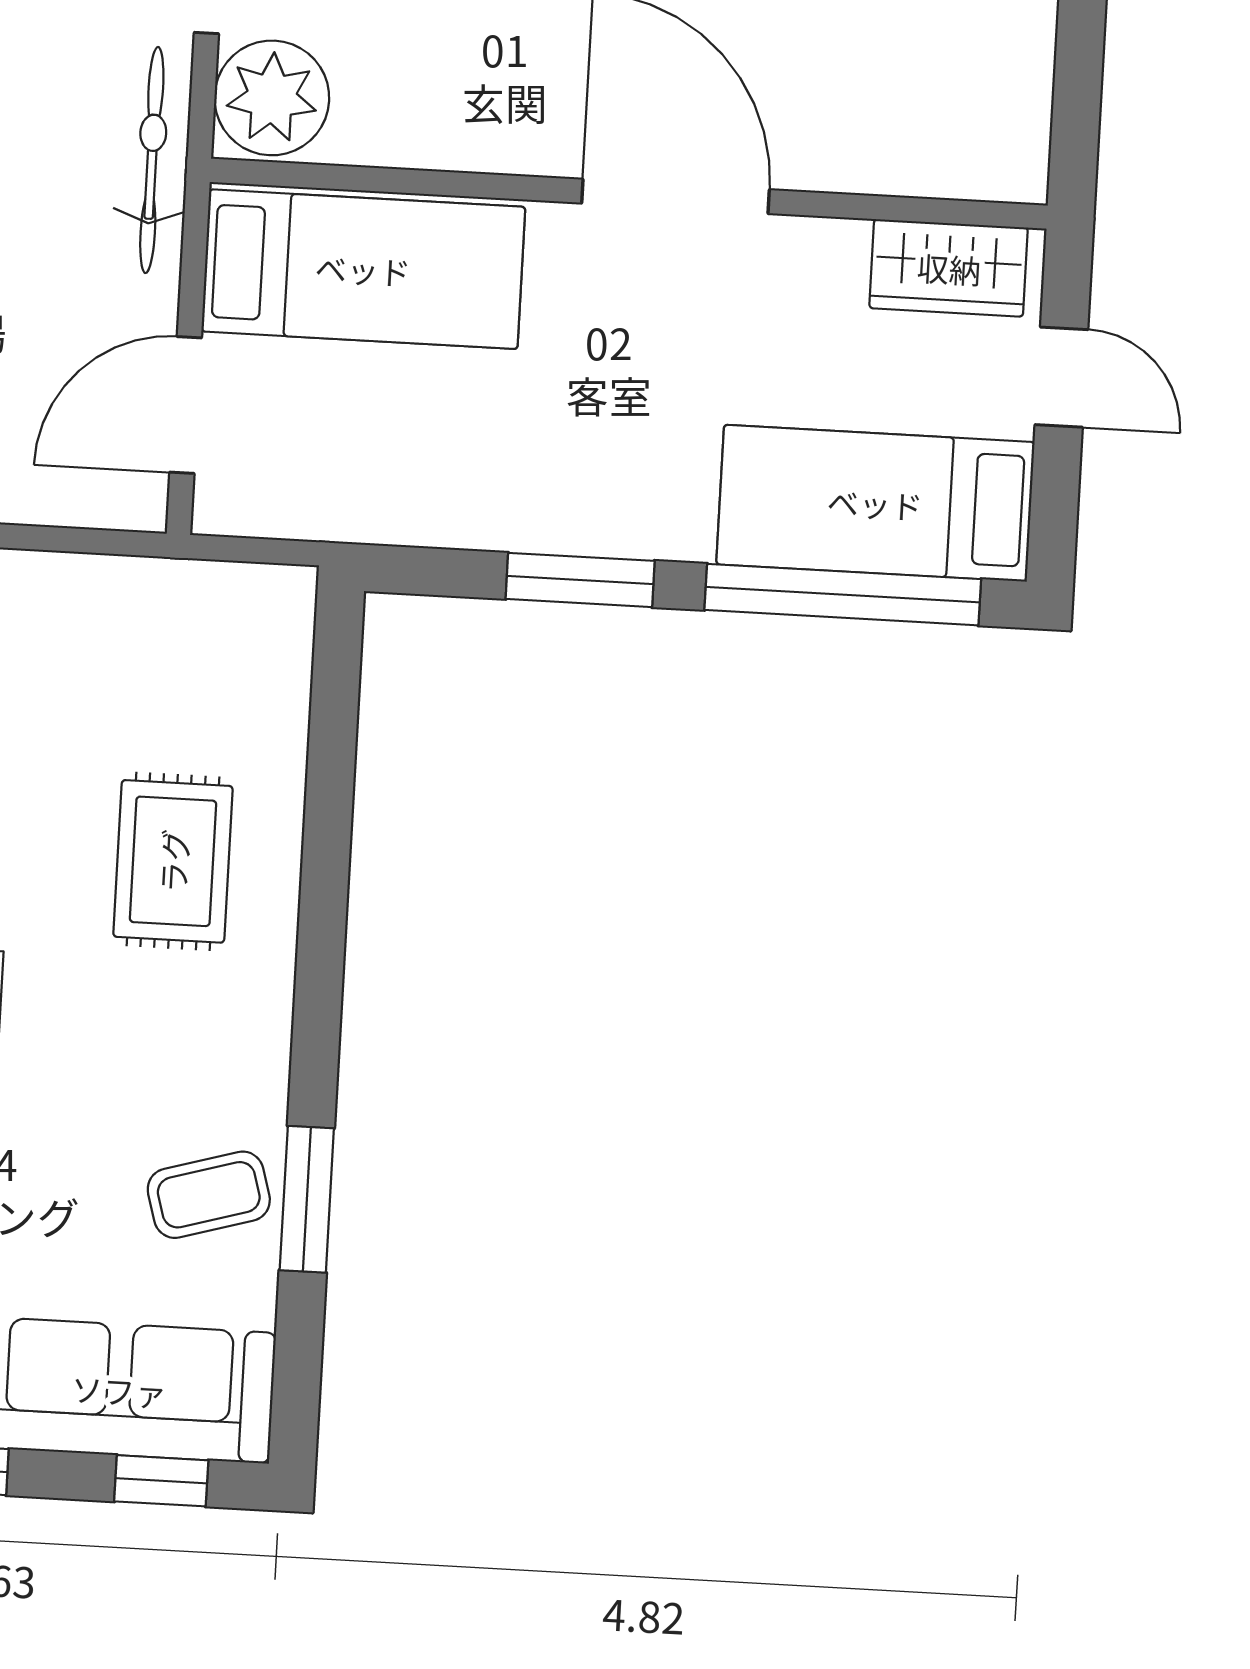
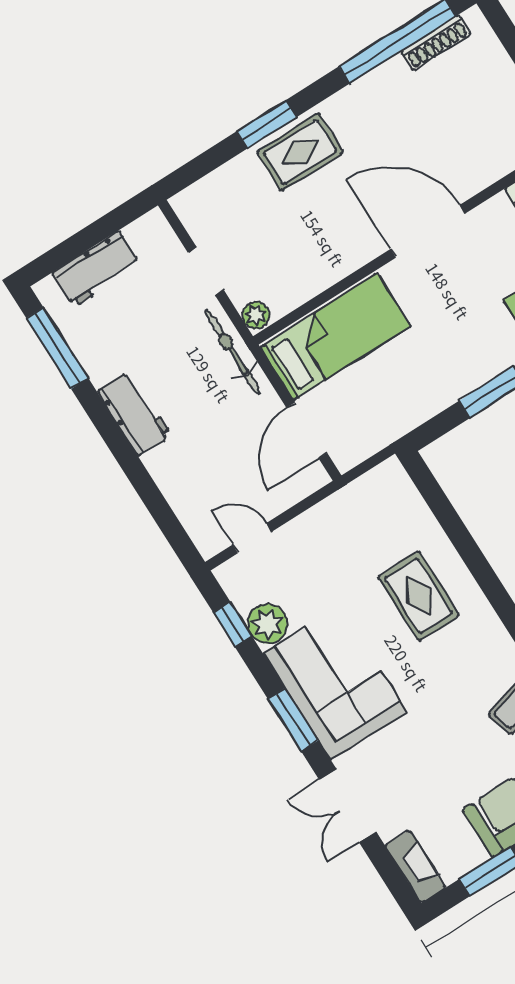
plant: (272, 98) -> (256, 315), width x0.53, depth x0.53

